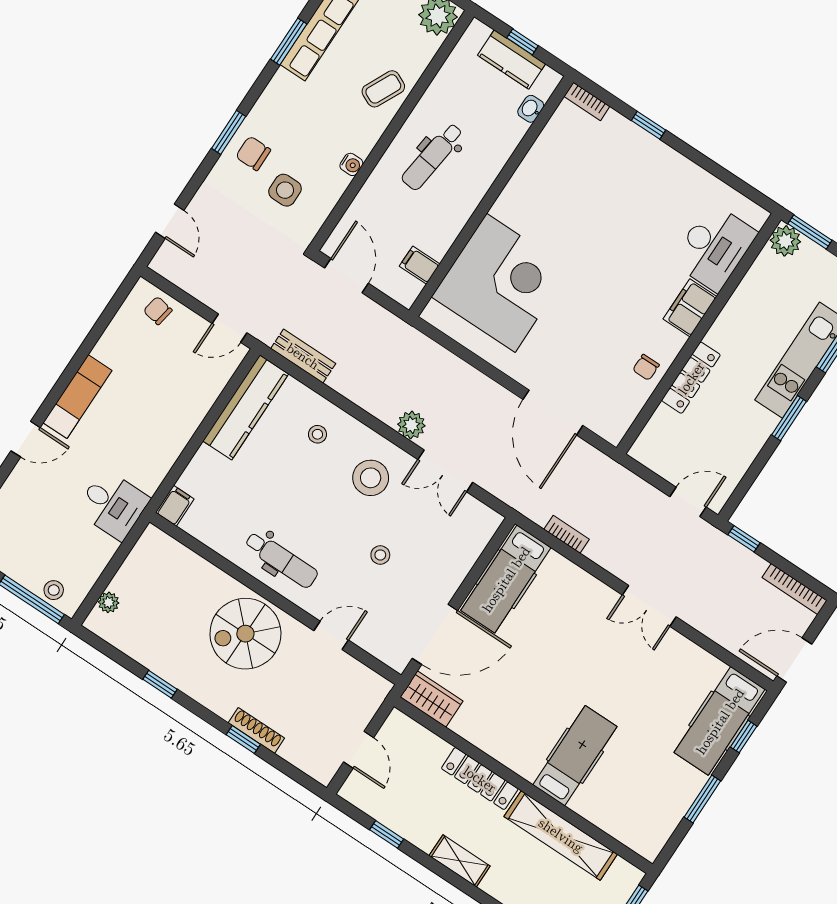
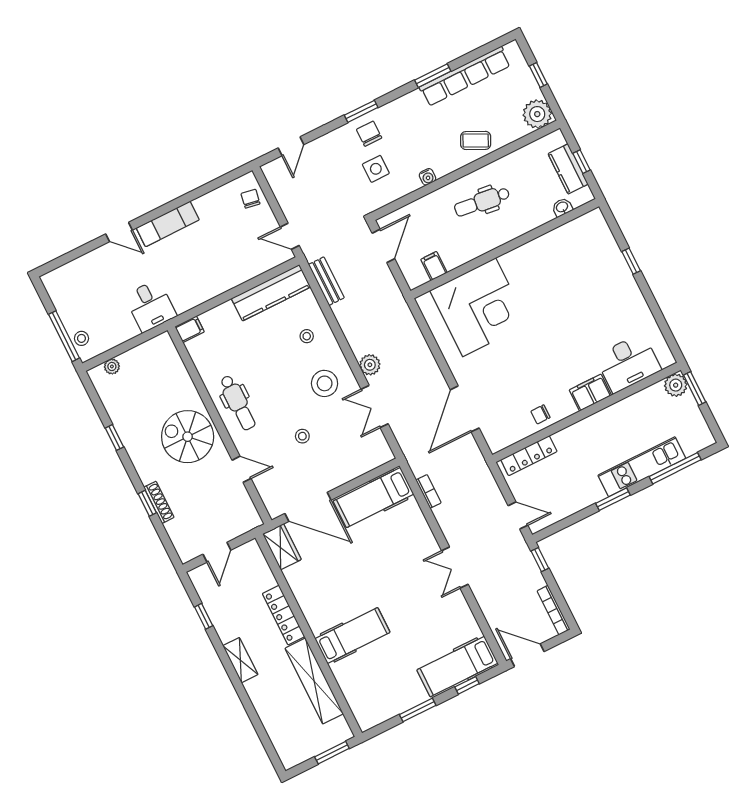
bookcase: (587, 101) -> (601, 223), removed
locker: (691, 378) -> (529, 456), moved

